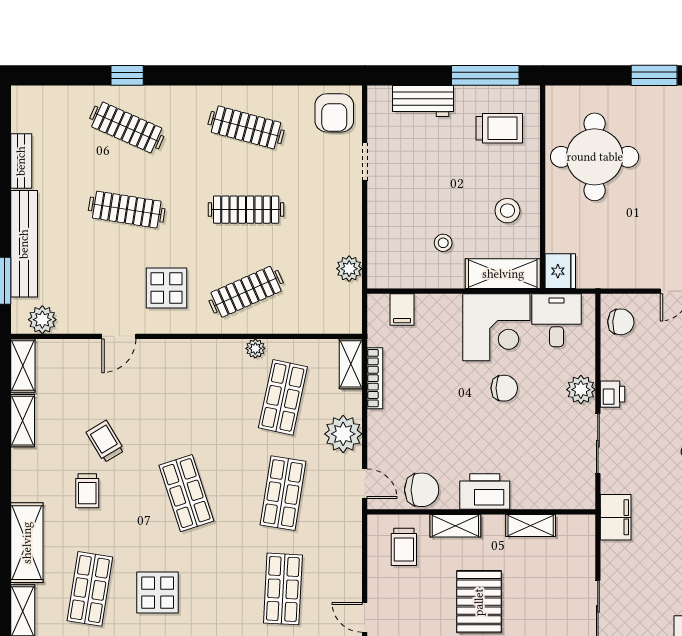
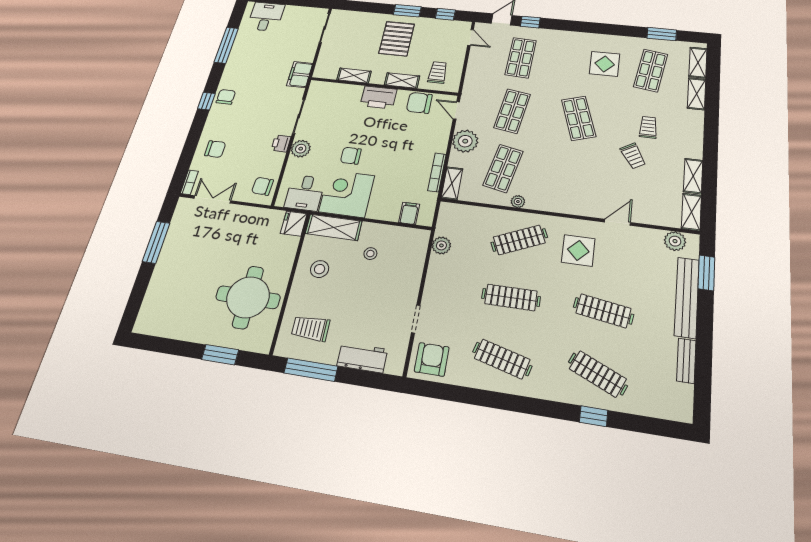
window: (654, 75) -> (220, 355), moved
shelving: (27, 543) -> (697, 94), width x0.67, depth x0.75

